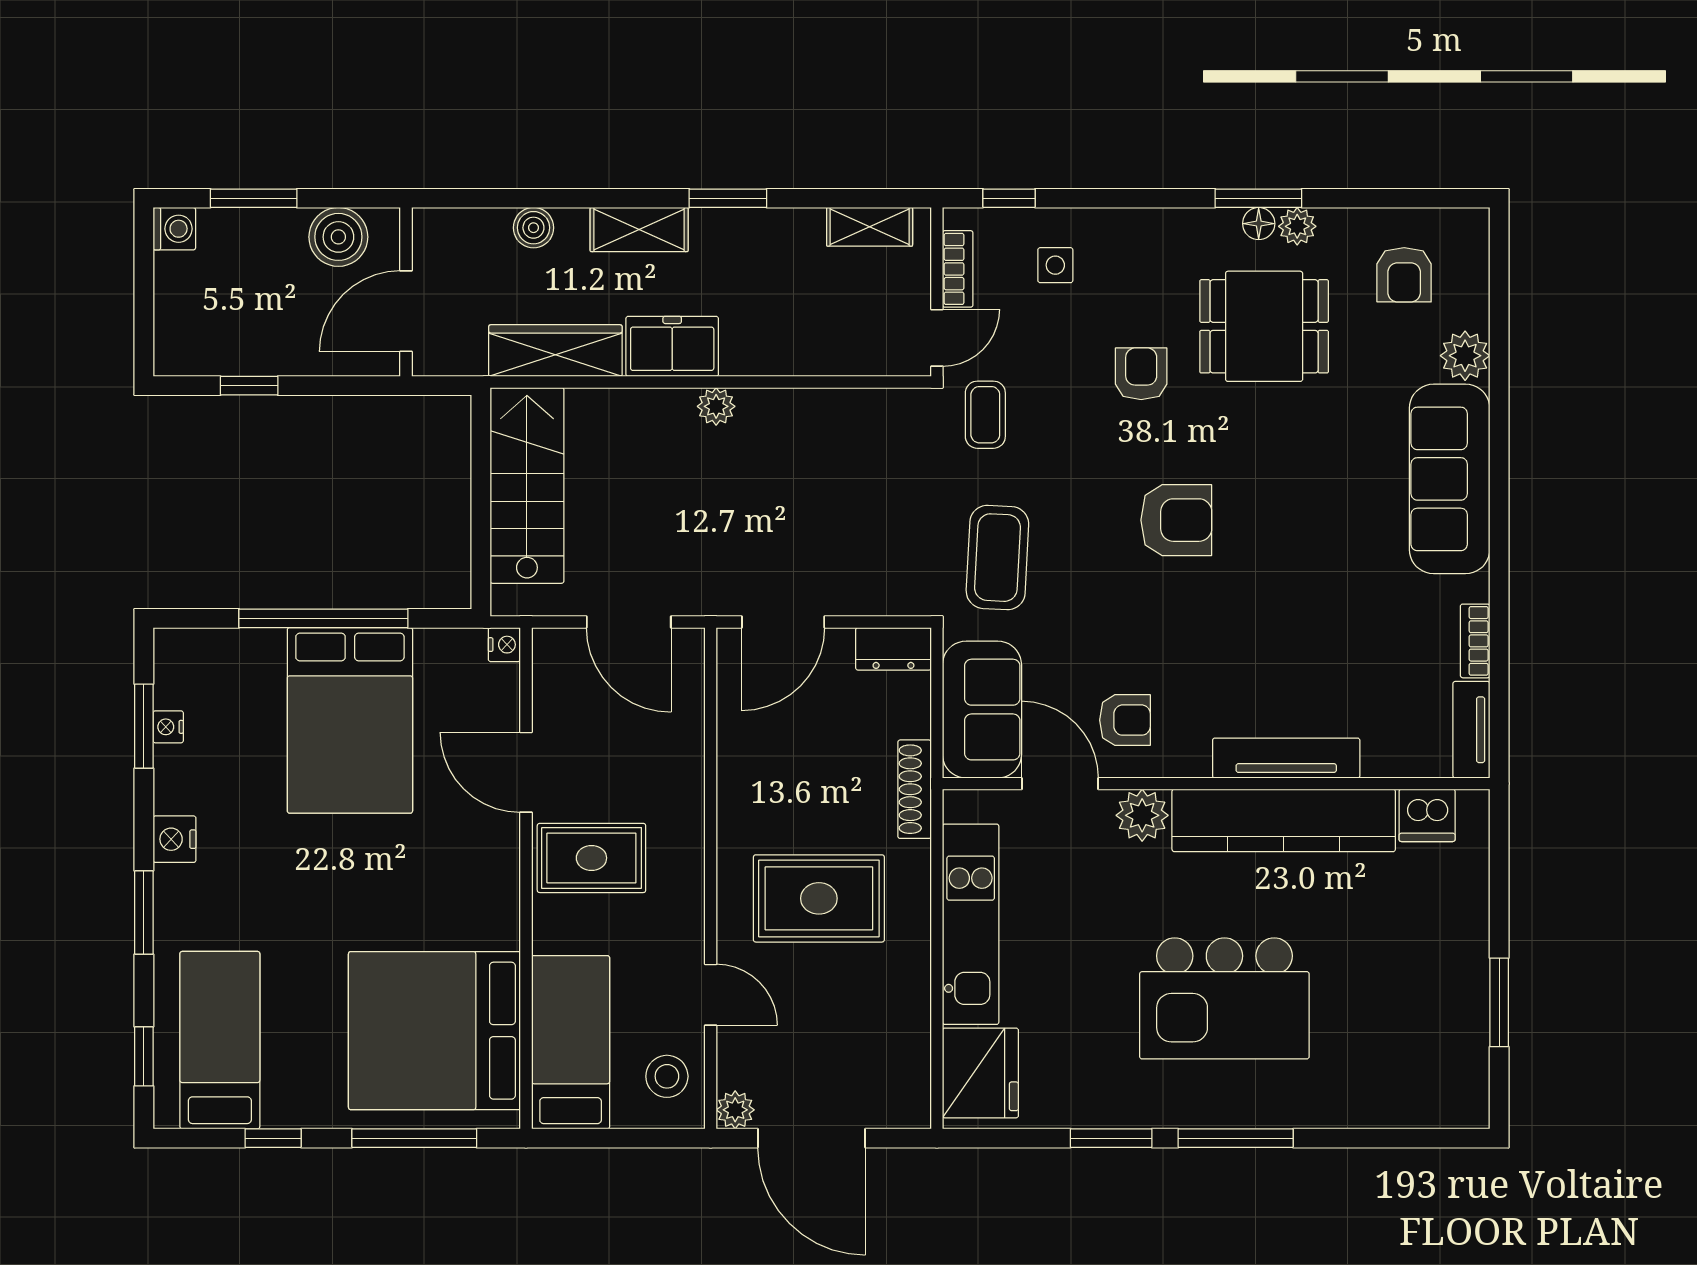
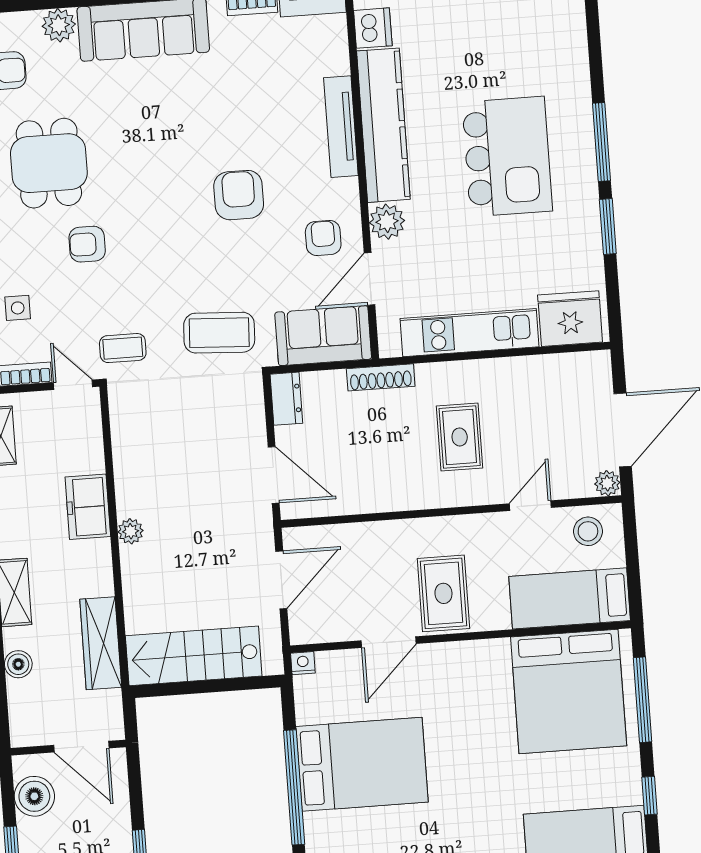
freezer: (672, 346) -> (88, 507), moved
armchair: (1176, 520) -> (239, 195), moved
rug: (819, 898) -> (460, 437), width x0.73, depth x0.70

